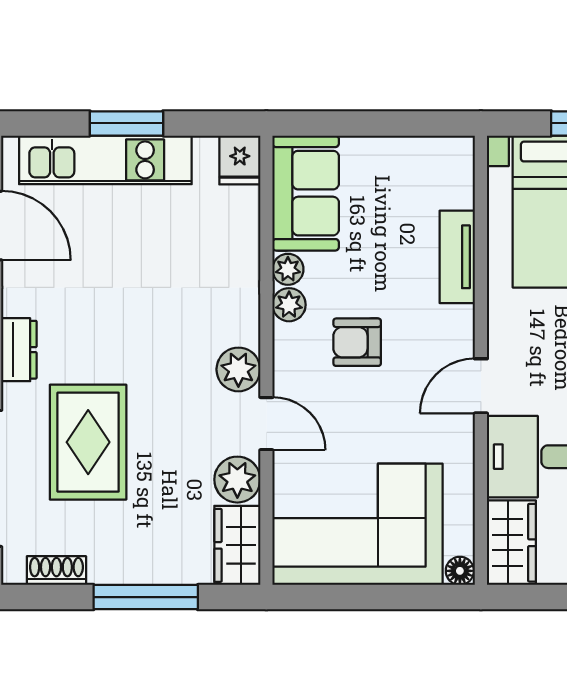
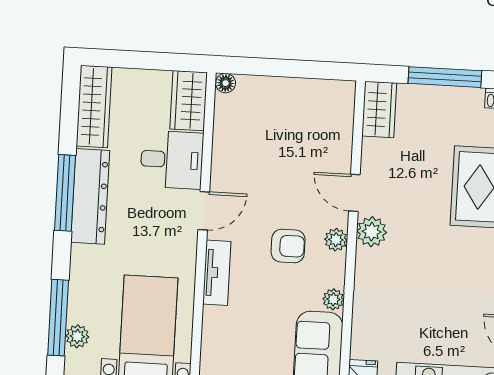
tv unit: (457, 257) -> (217, 273), moved
plant: (289, 305) -> (336, 240), moved
plant: (237, 480) -> (377, 155), removed
corner sofa: (357, 524) -> (295, 119), removed

